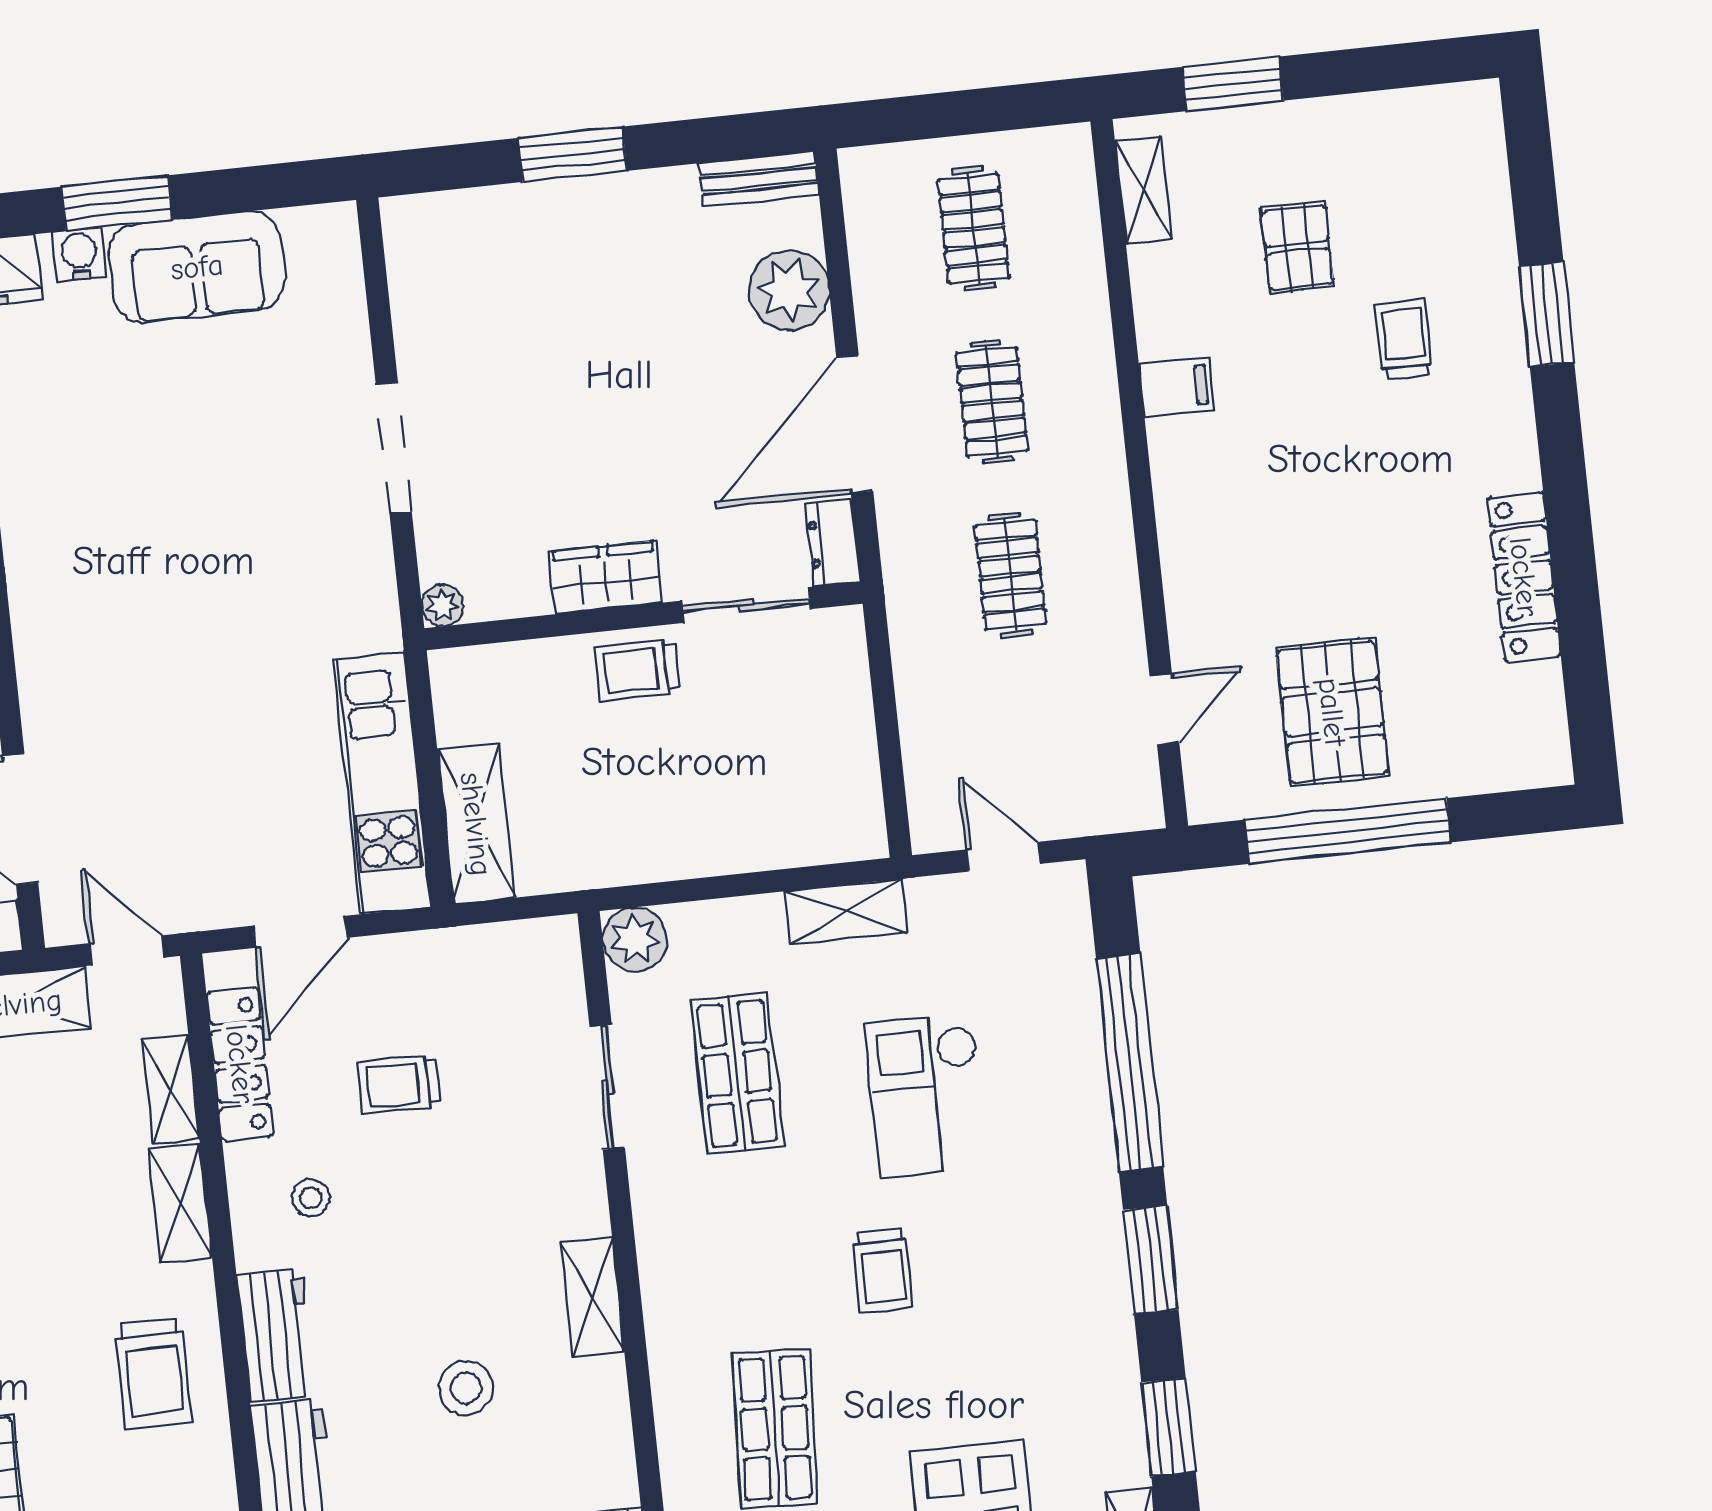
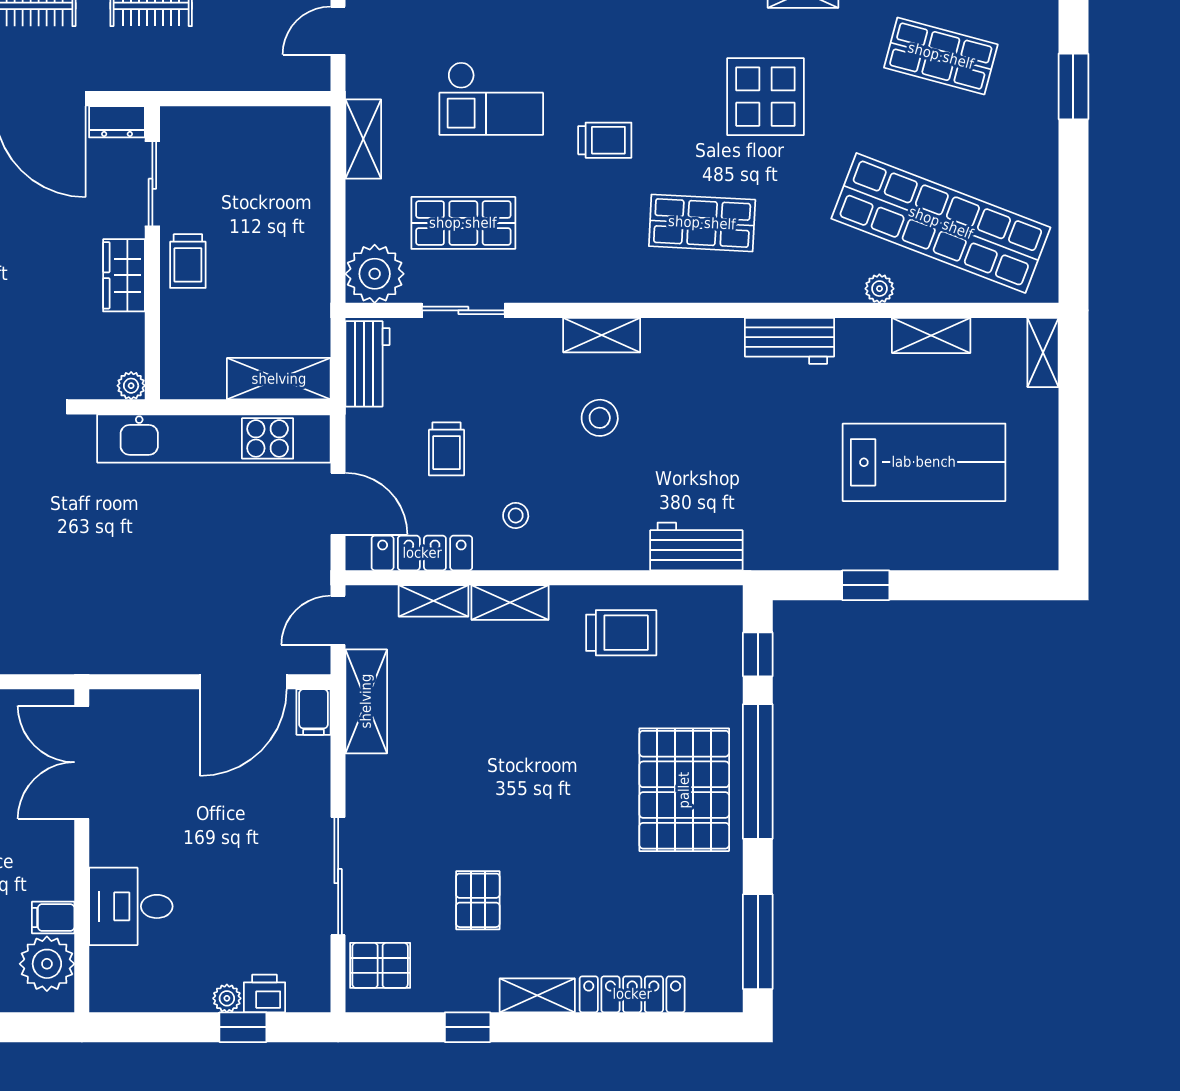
kitchen unit: (382, 783) -> (214, 438), width x1.36
plant: (635, 939) -> (375, 274), width x1.36, depth x1.36
workbench: (276, 1335) -> (368, 364), moved, turned 90
stool: (466, 1388) -> (600, 418), moved

